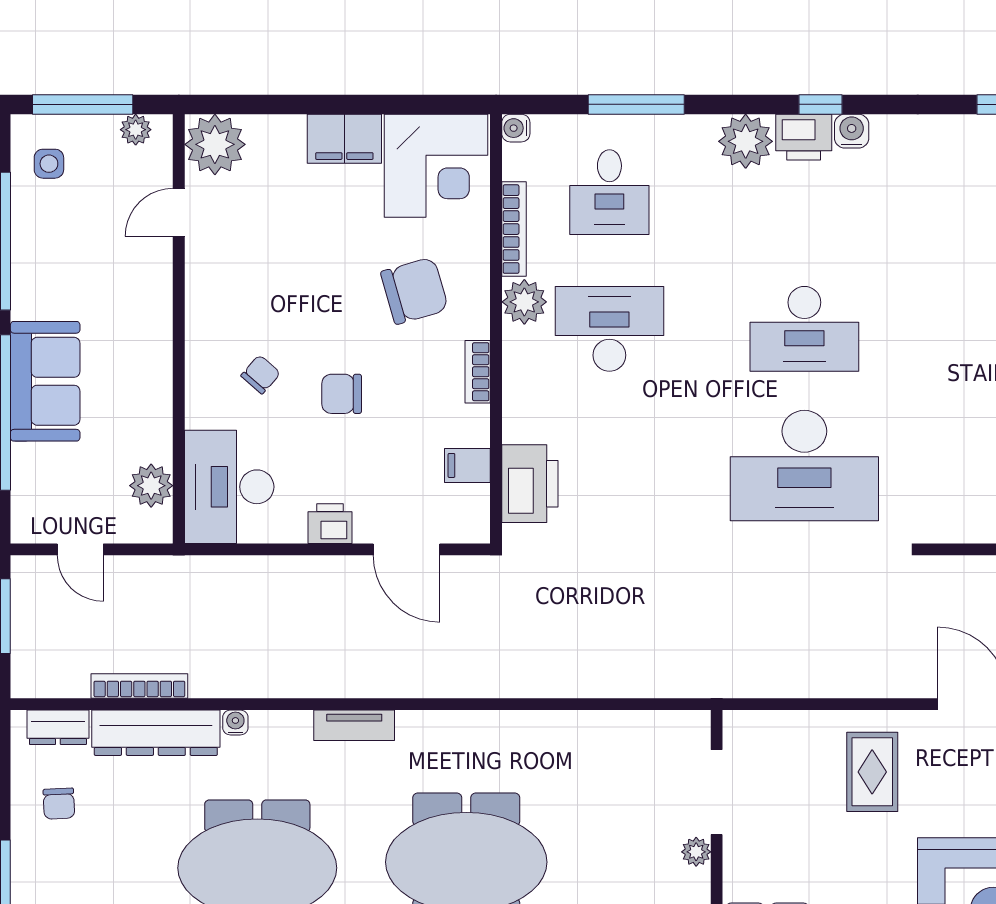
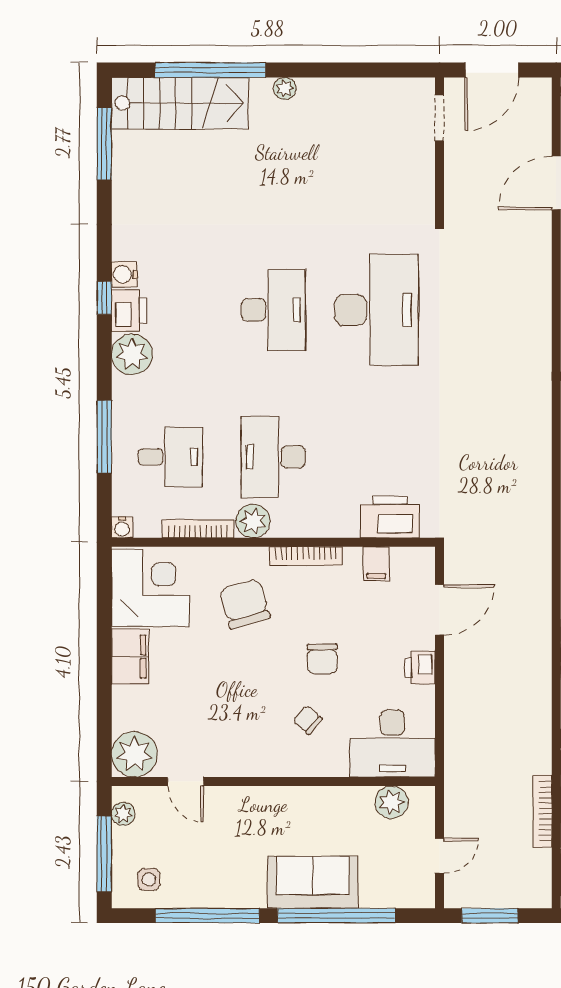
bookcase: (478, 372) -> (306, 556), width x1.56

